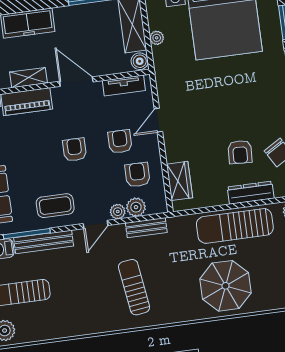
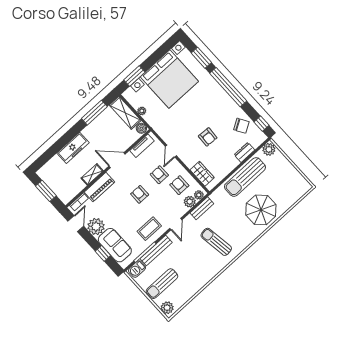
armchair: (240, 152) -> (208, 137), moved
dresser: (251, 193) -> (244, 152), width x0.70
plant: (118, 212) -> (199, 195), moved

